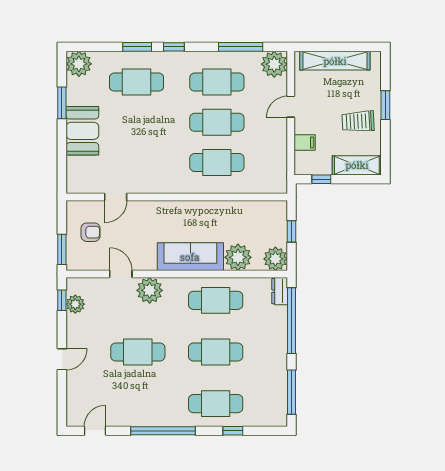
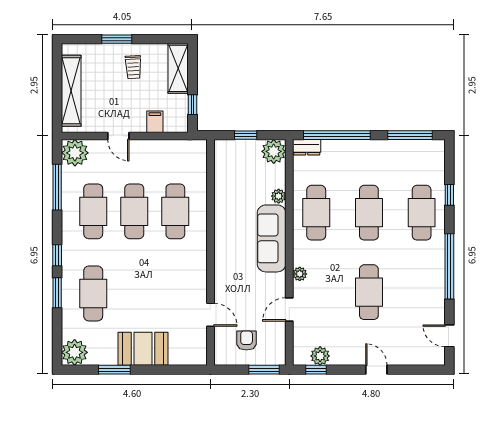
trolley: (358, 121) -> (133, 67), width x0.73, depth x0.72
plant: (238, 257) -> (279, 196), width x0.53, depth x0.53
plant: (150, 290) -> (300, 274), width x0.53, depth x0.53

